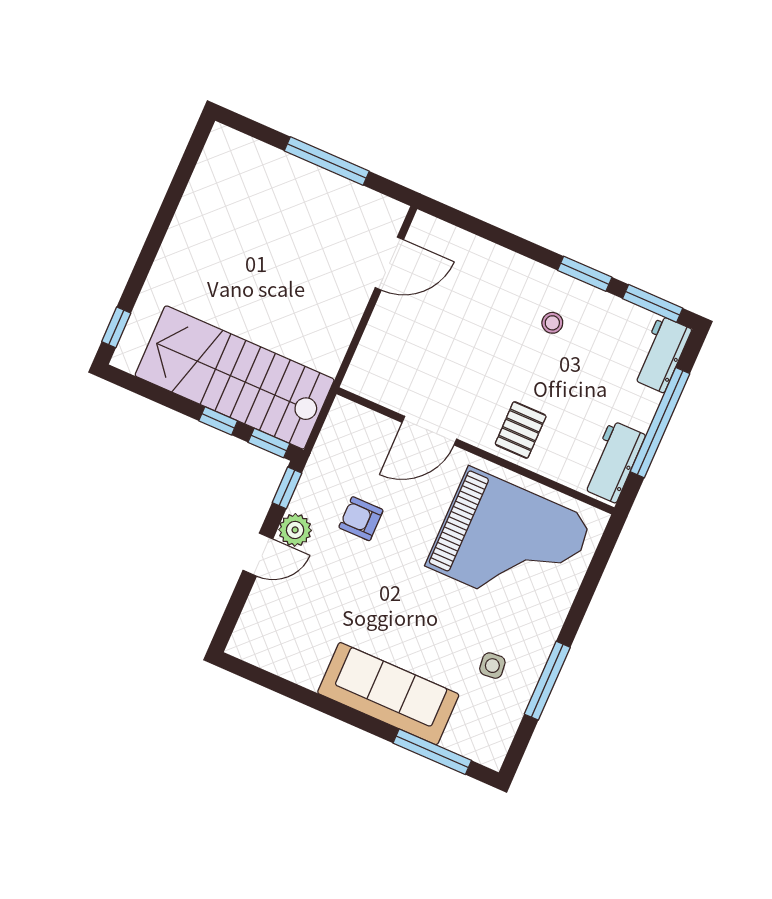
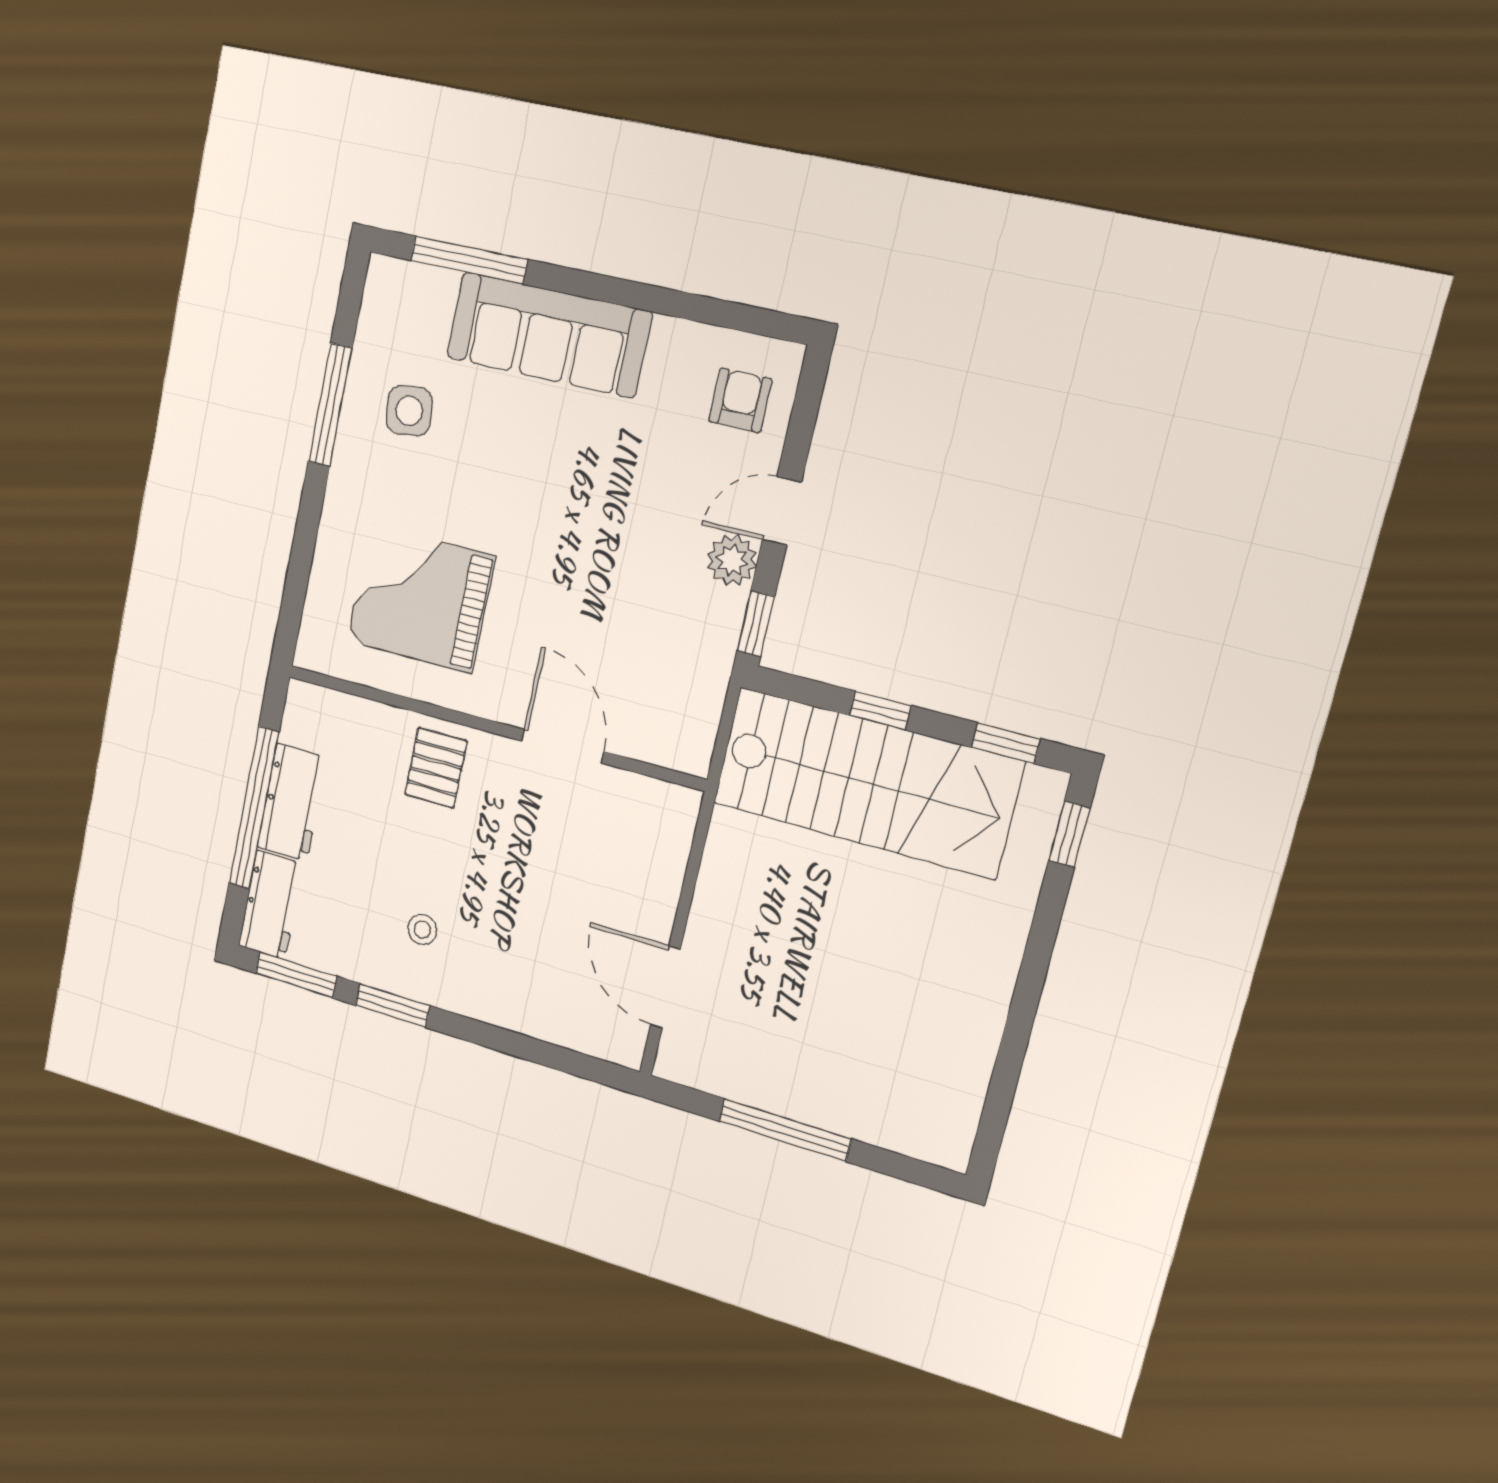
door: (389, 264) -> (665, 987), hinge flipped
door: (429, 431) -> (563, 746), hinge flipped
window: (269, 443) -> (1006, 743), moved
workbench: (613, 462) -> (292, 802), moved
armchair: (361, 519) -> (740, 400), moved, turned -90
grand piano: (509, 543) -> (420, 599), width x0.73, depth x0.68
side table: (492, 666) -> (409, 411), width x1.37, depth x1.37

